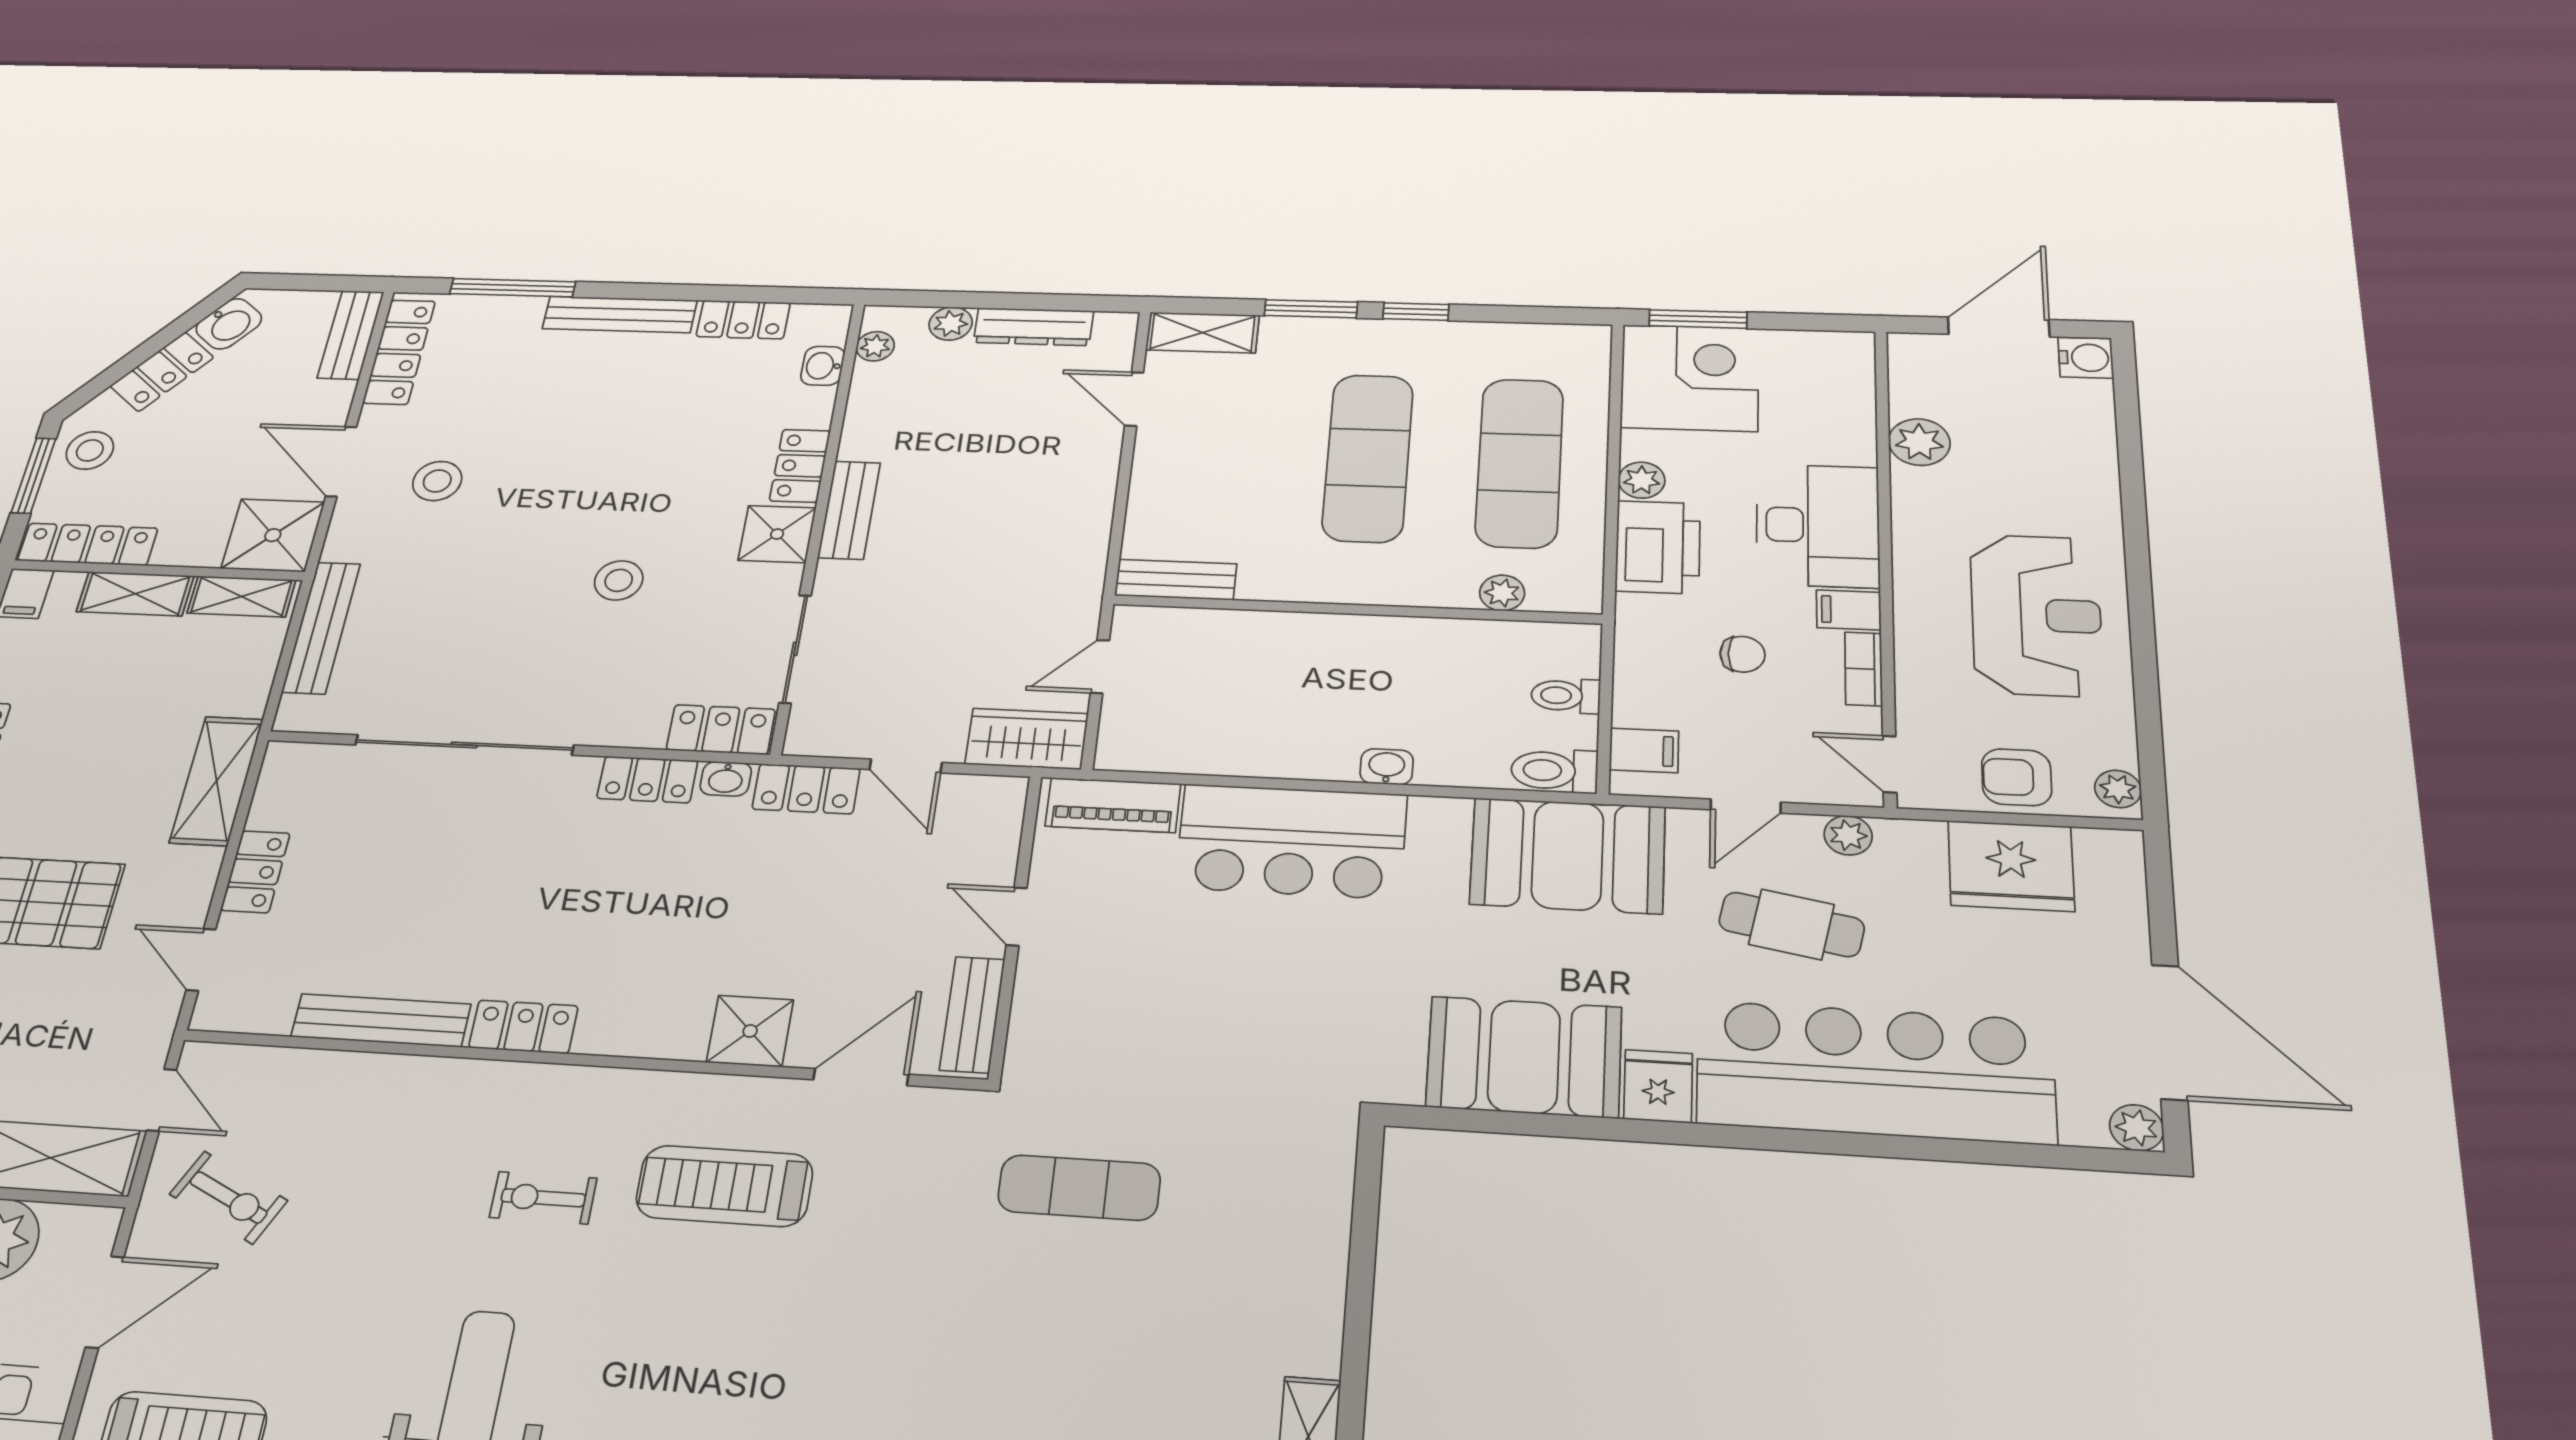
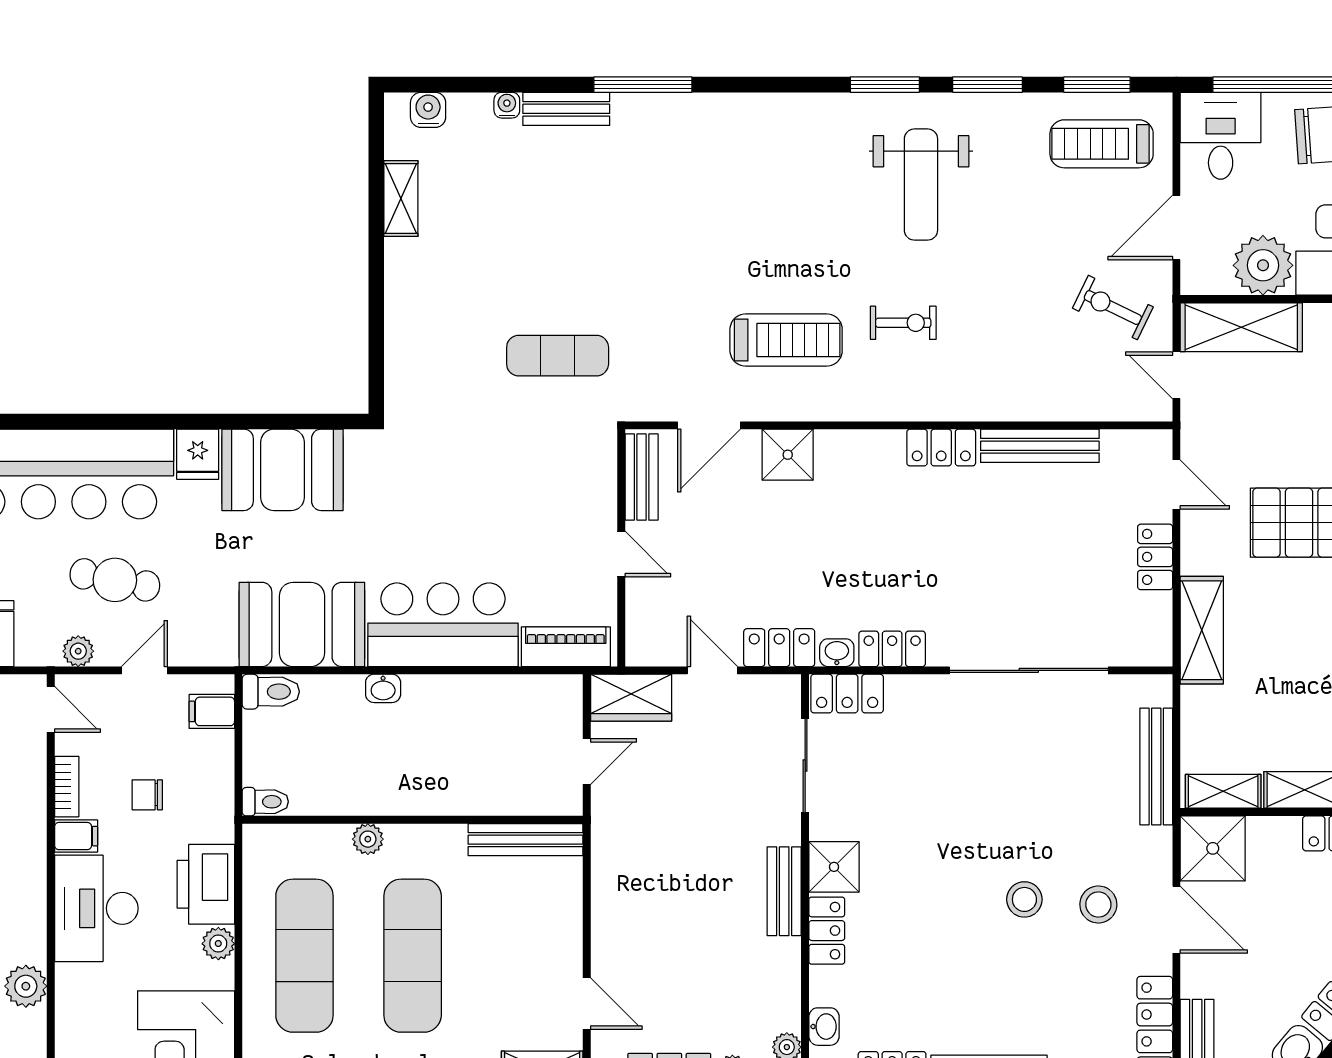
stool: (619, 580) -> (1024, 899), moved
bench: (1176, 580) -> (526, 840), width x1.36
plant: (1502, 593) -> (368, 839), moved
toilet: (1566, 696) -> (265, 802), moved
booth: (1568, 855) -> (302, 624), moved

